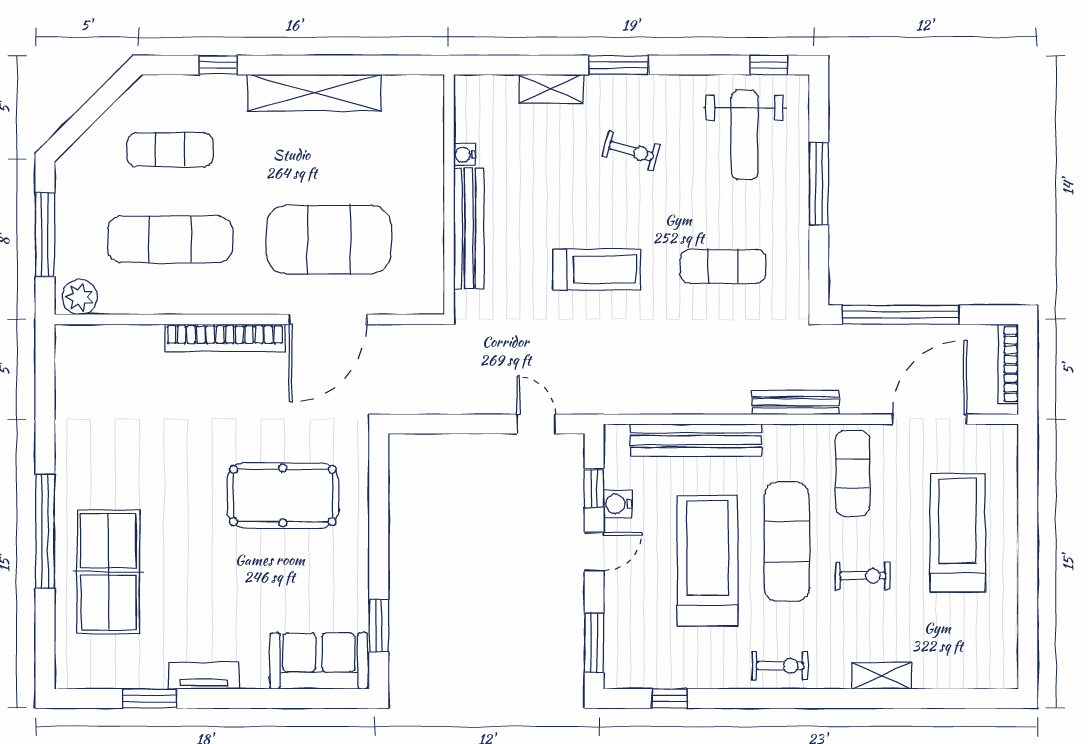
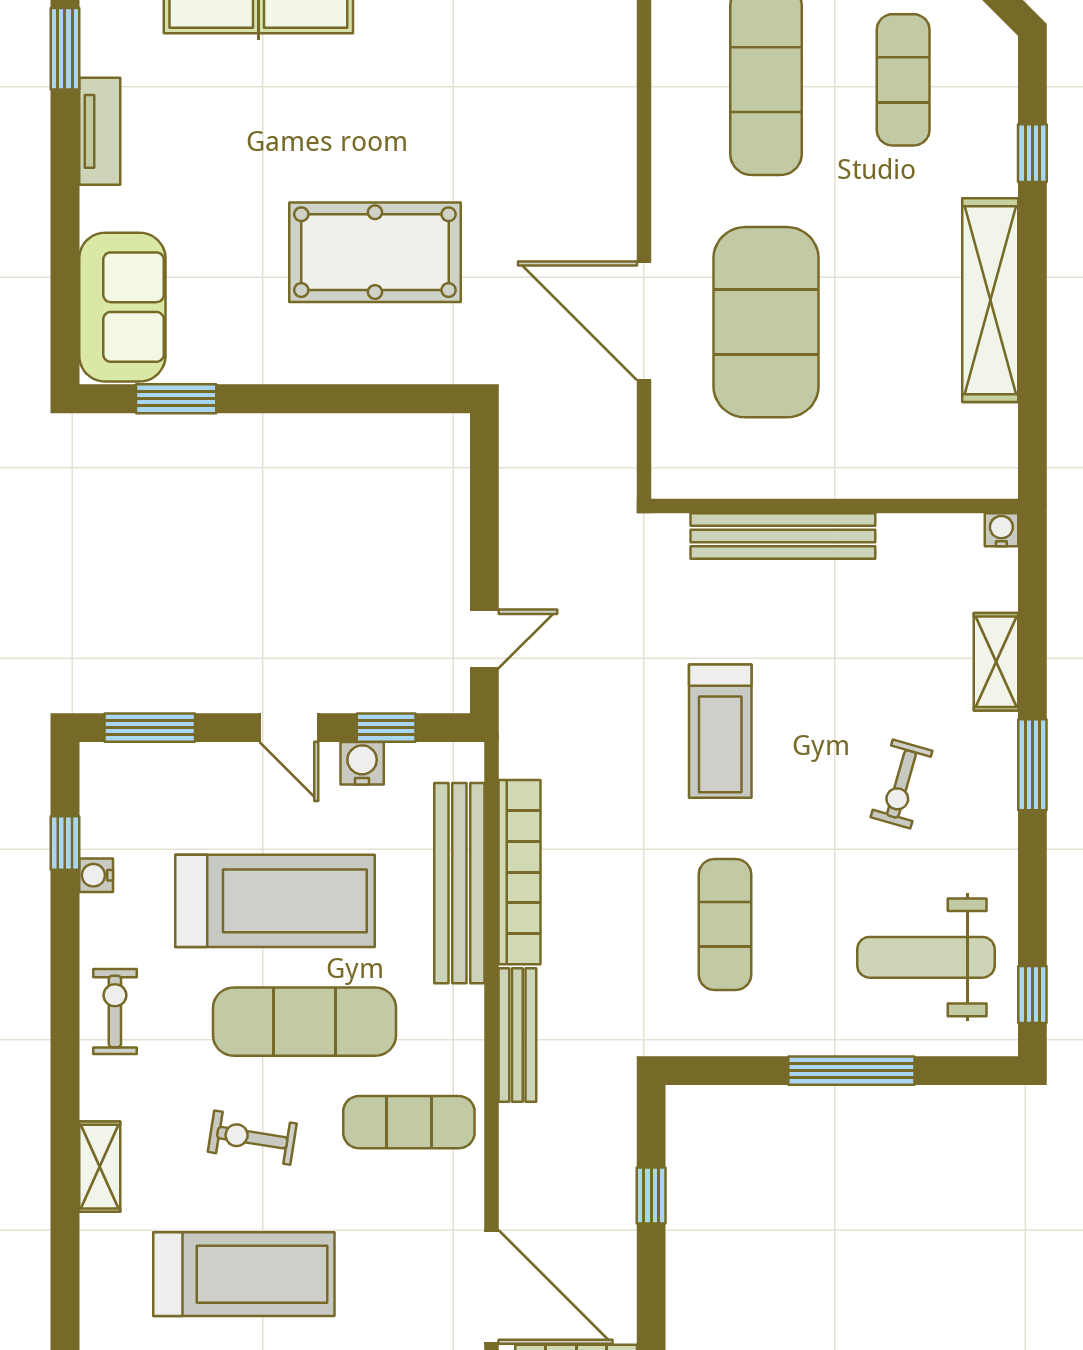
water cooler: (465, 155) -> (1001, 530), moved
window: (901, 315) -> (651, 1196), width x0.32
bookcase: (225, 338) -> (520, 872), moved, turned 180
door: (929, 419) -> (491, 1287), moved
pool table: (283, 495) -> (375, 252), turned 90
treadmill: (958, 533) -> (244, 1274), moved
exercise bike: (863, 576) -> (252, 1138), turned 99
exercise bike: (780, 666) -> (115, 1011), turned 180
water cooler: (691, 678) -> (96, 875), added

